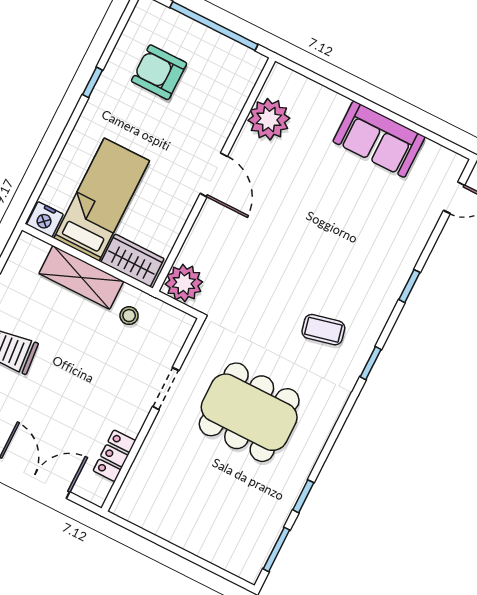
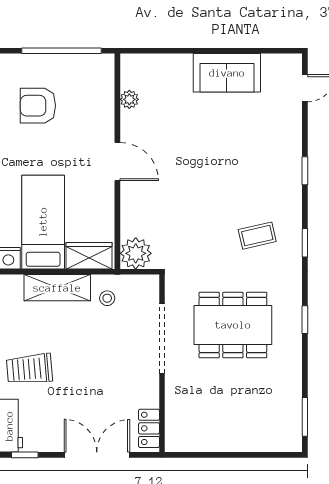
plant: (269, 119) -> (129, 99), width x0.53, depth x0.53
doorway: (166, 389) -> (162, 339), width x1.87
locker: (114, 456) -> (149, 428), moved
window: (303, 496) -> (305, 320), moved

